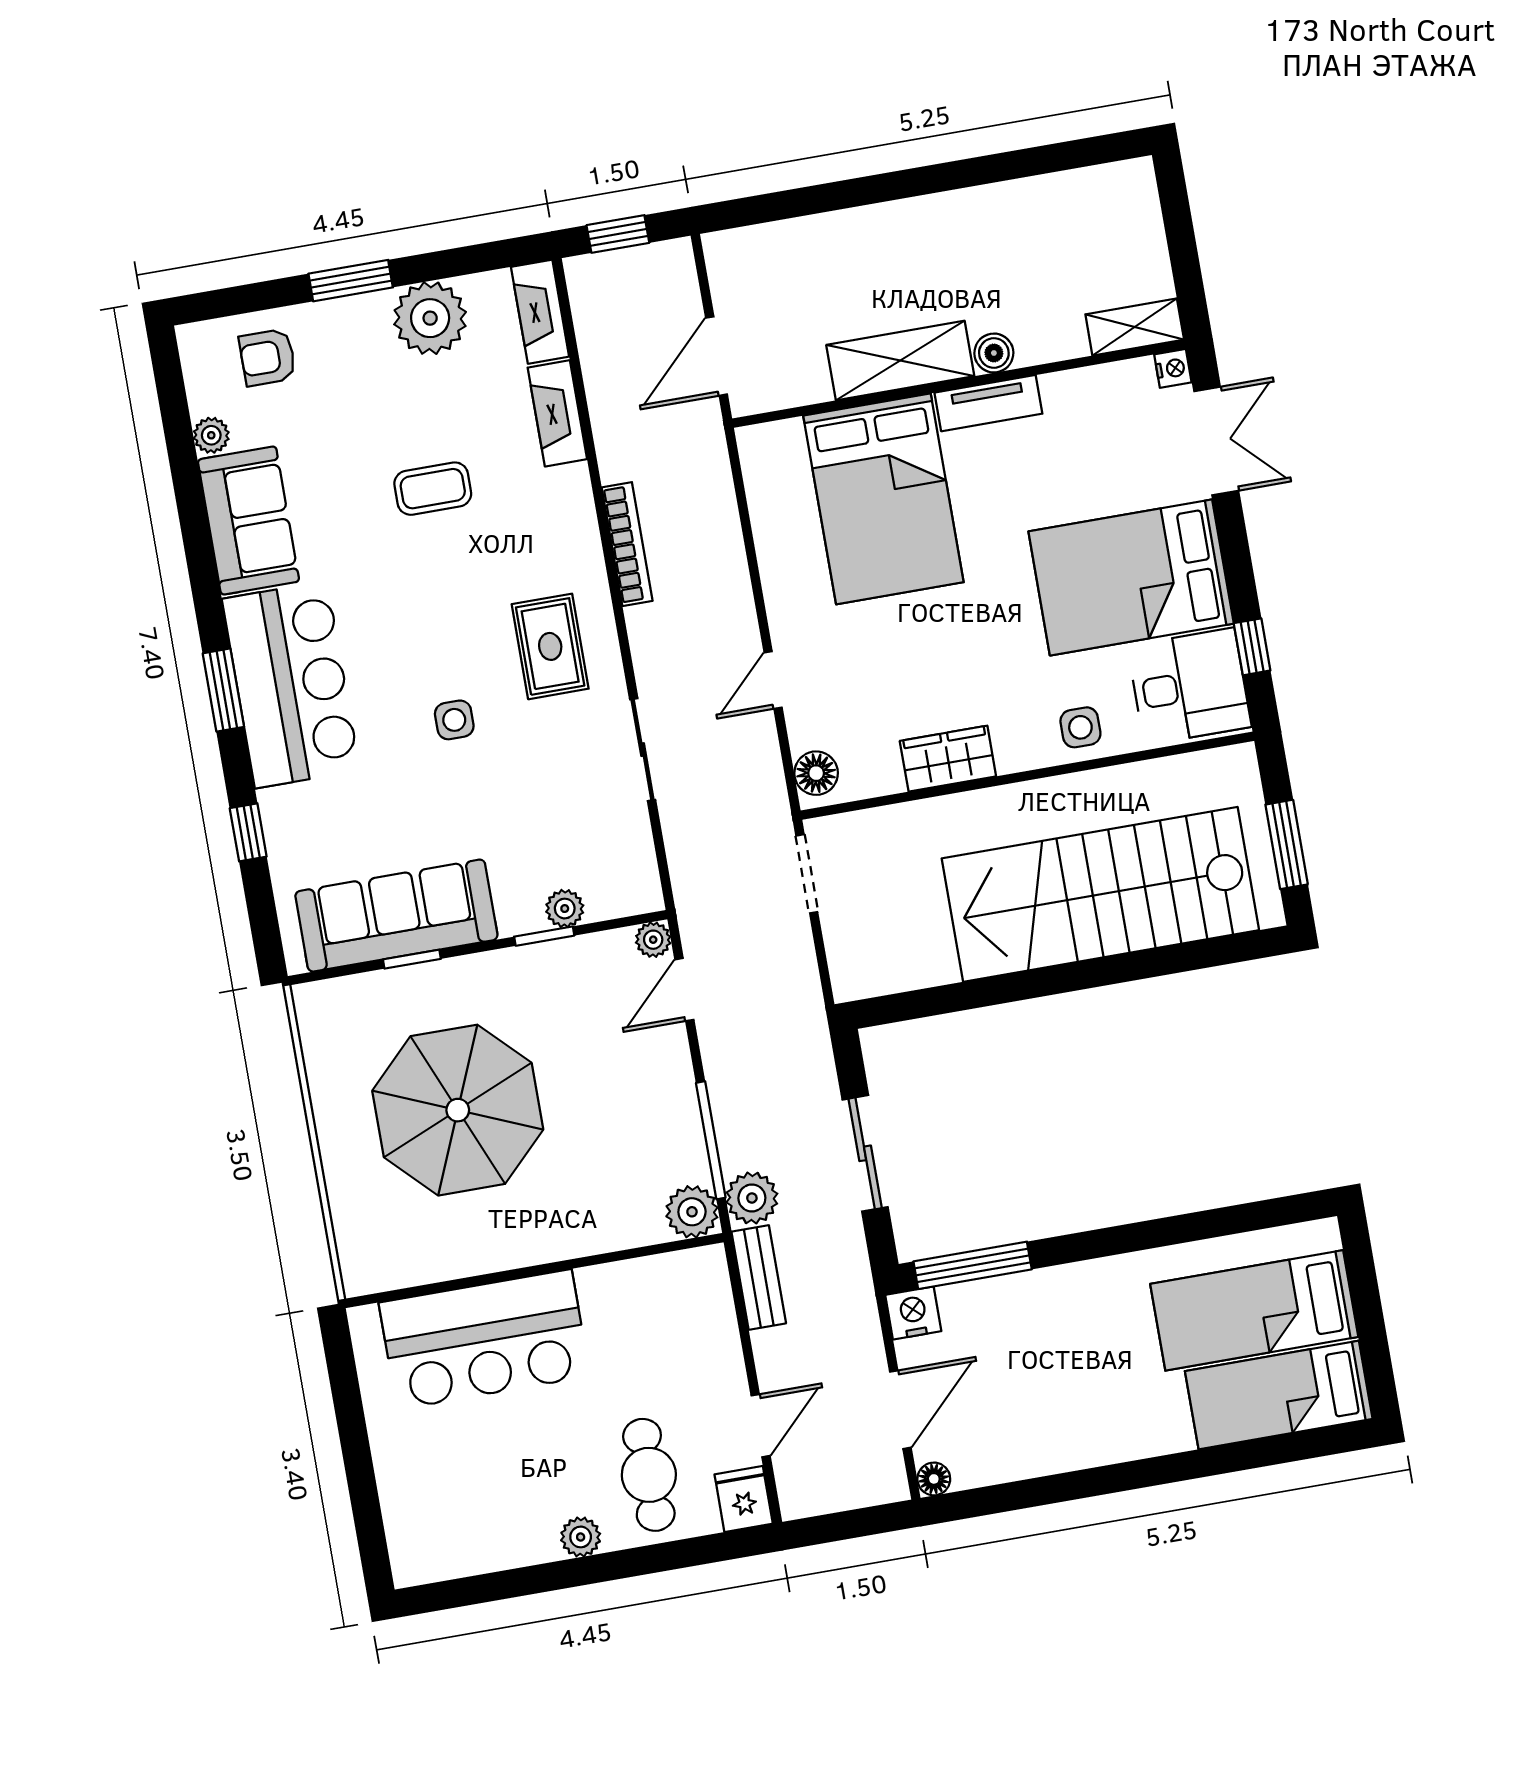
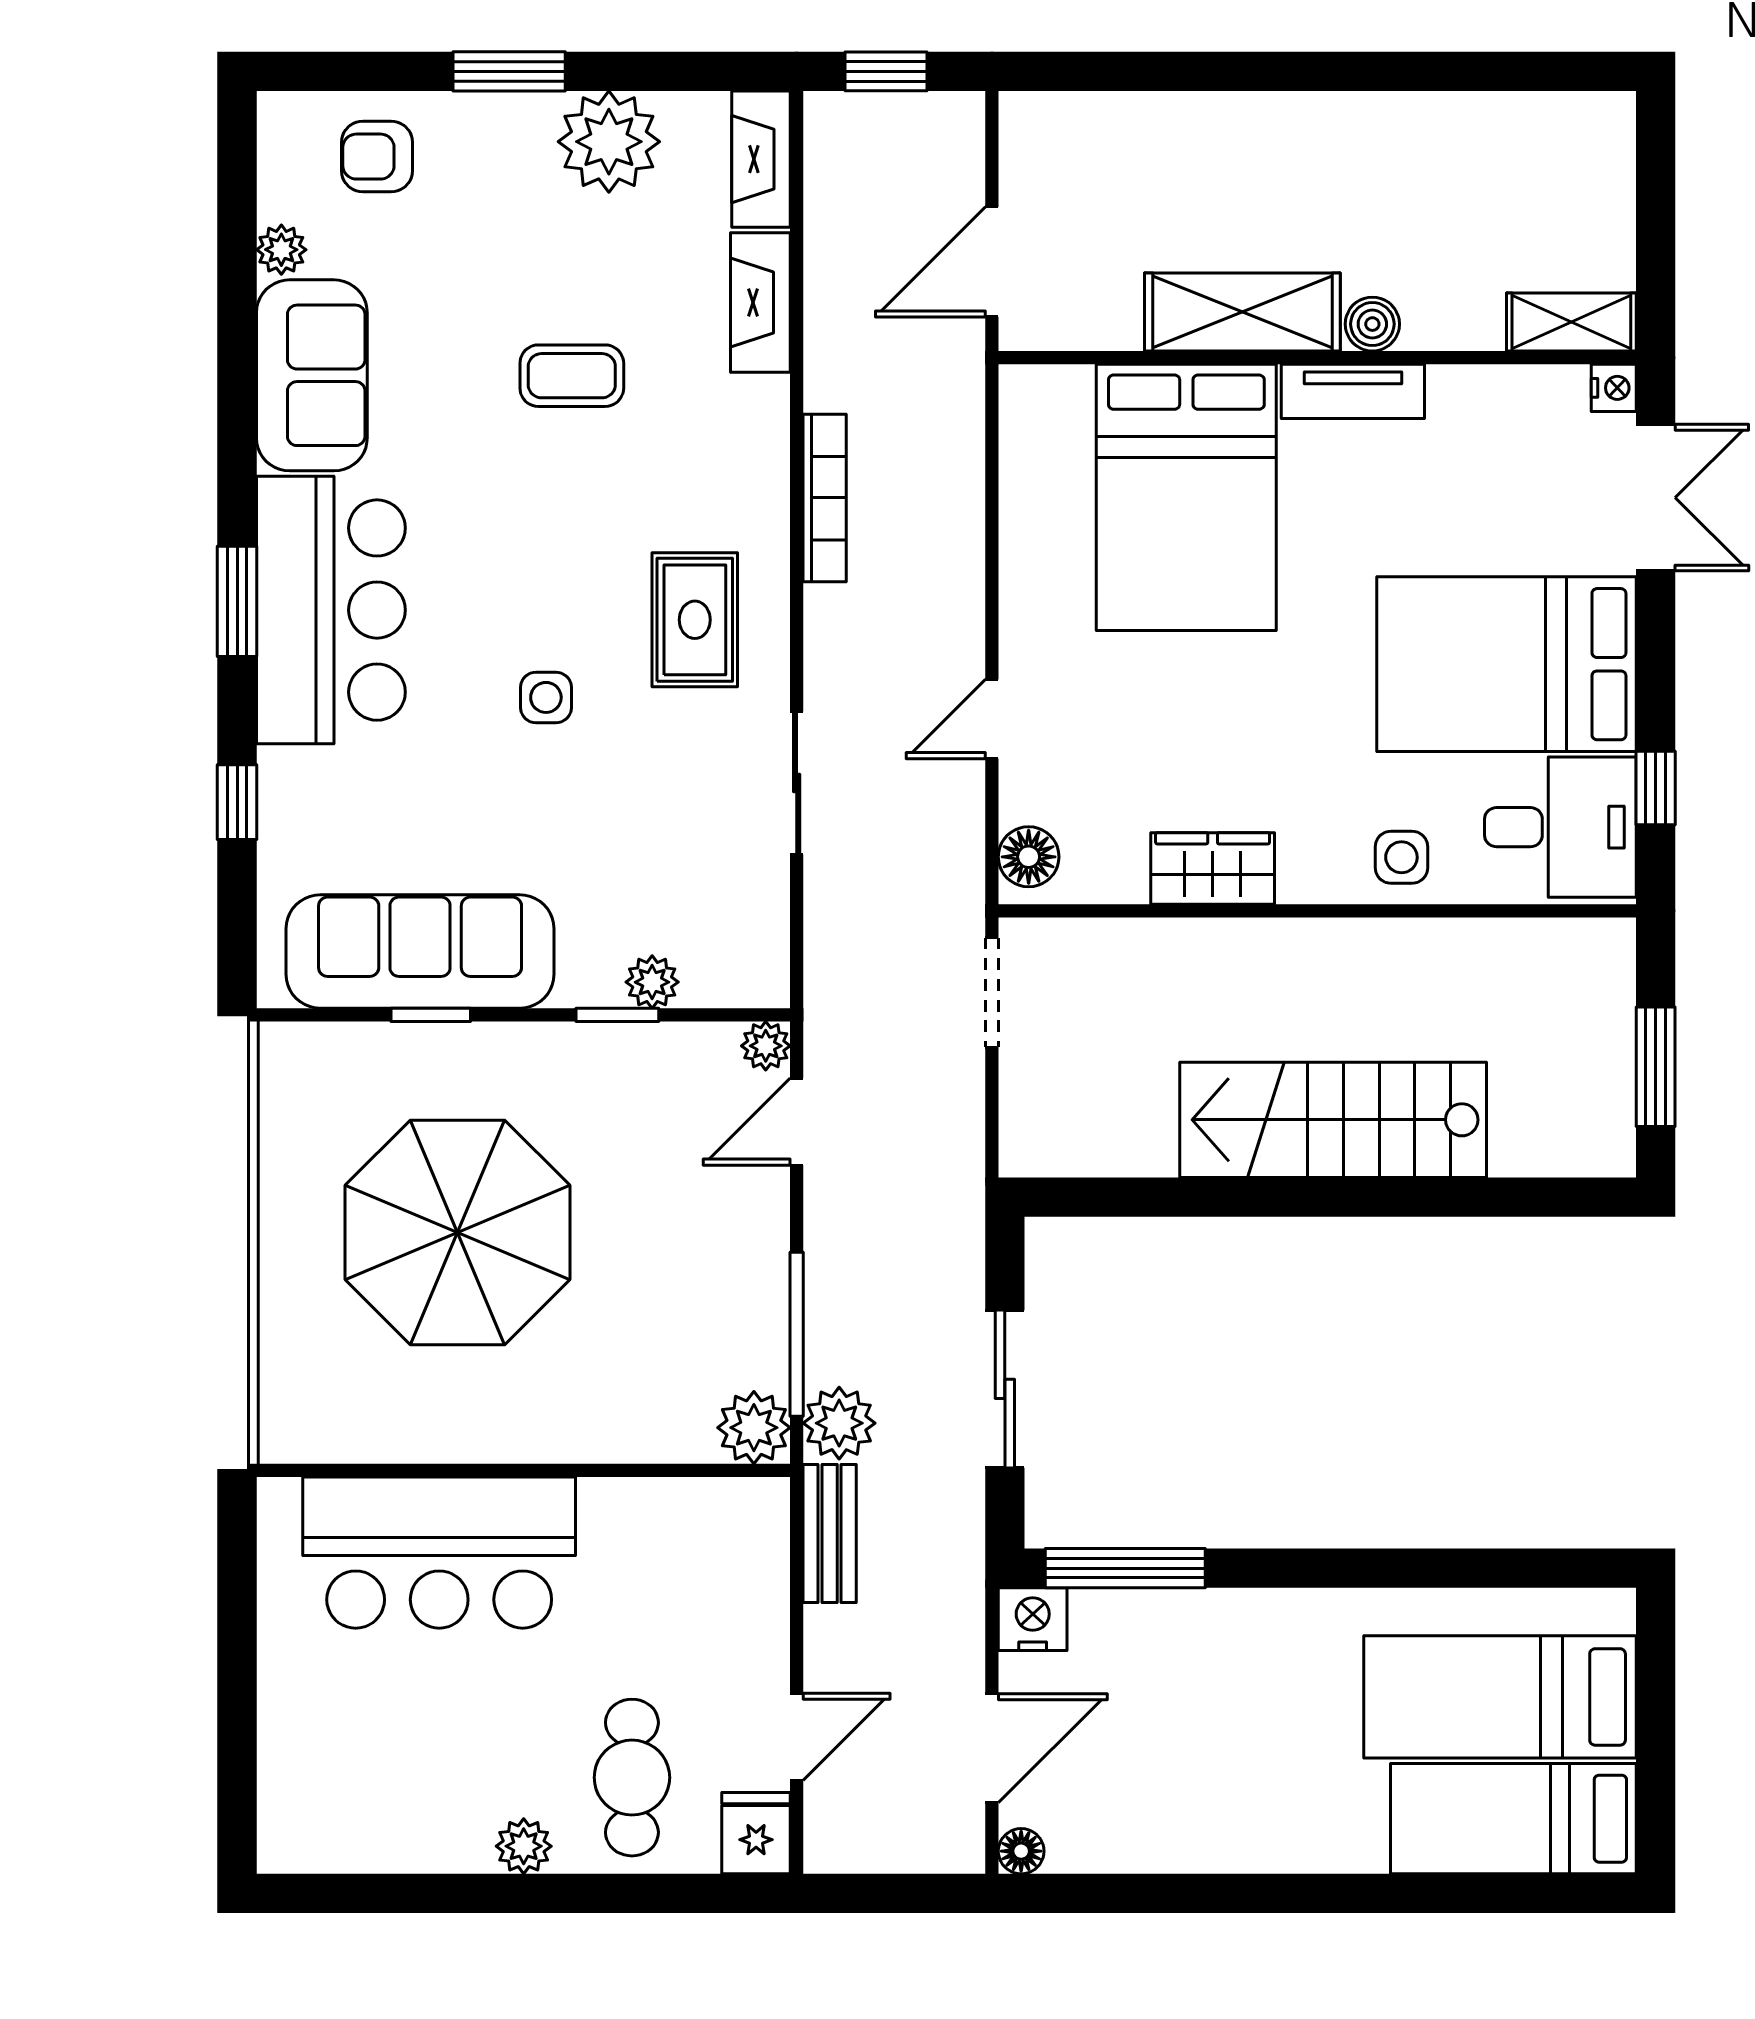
stairs: (1100, 894) -> (1333, 1120), width x0.73, depth x0.66

